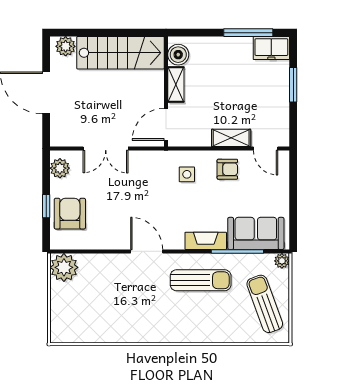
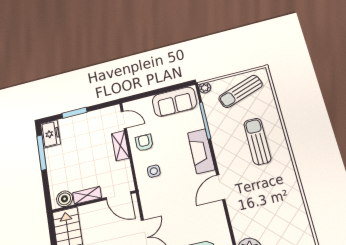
door: (266, 149) -> (124, 120), hinge flipped
sofa: (256, 233) -> (174, 102), moved, turned -90
fireplace: (206, 241) -> (201, 151), width x1.37, depth x1.32
sun lounger: (201, 280) -> (257, 141), moved

